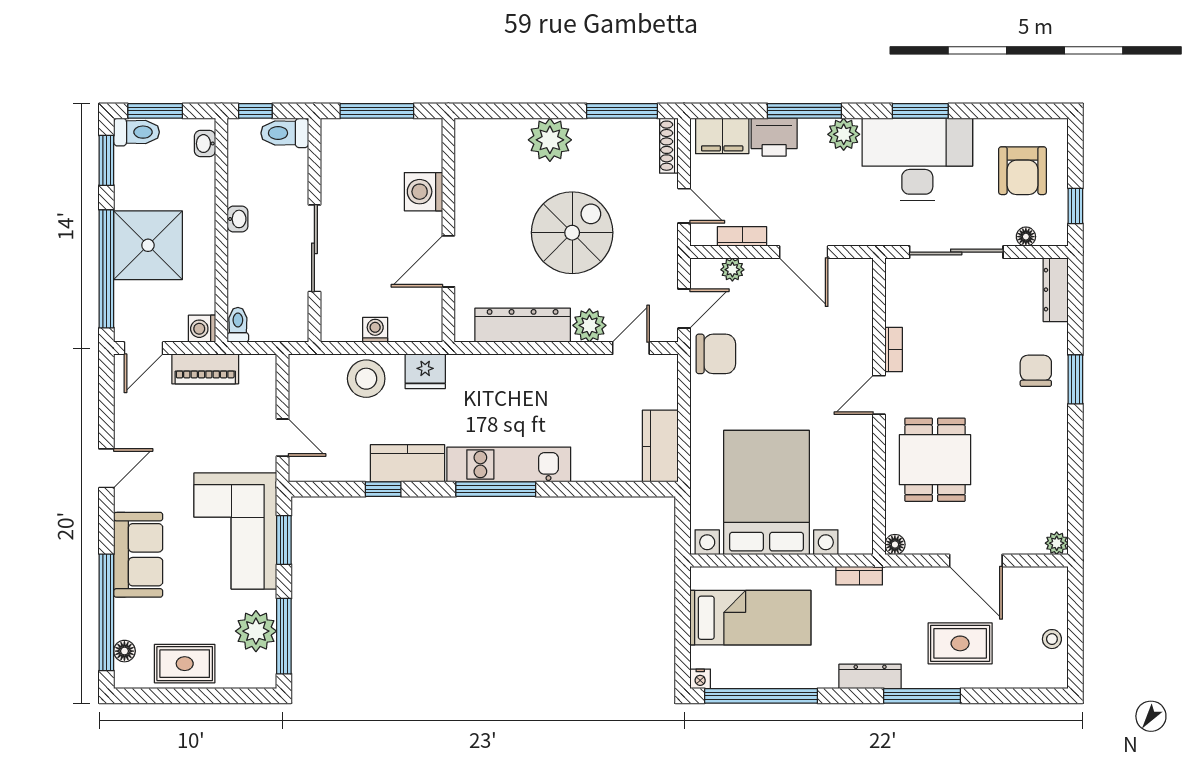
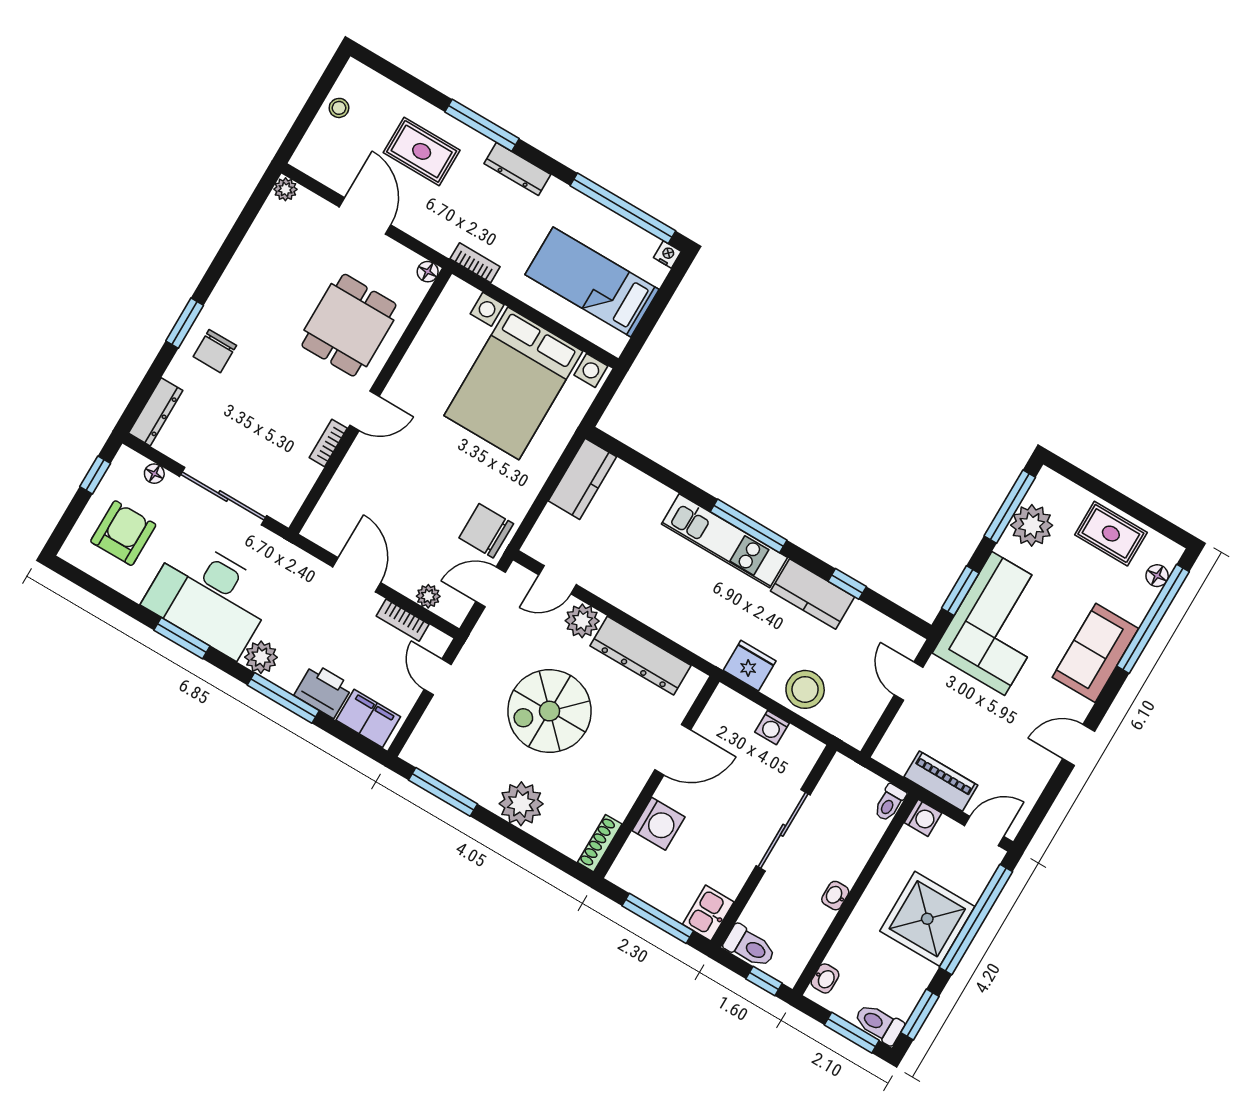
kitchen sink: (337, 141) -> (708, 913), added
shoe rack: (669, 146) -> (600, 843), moved, turned 180

